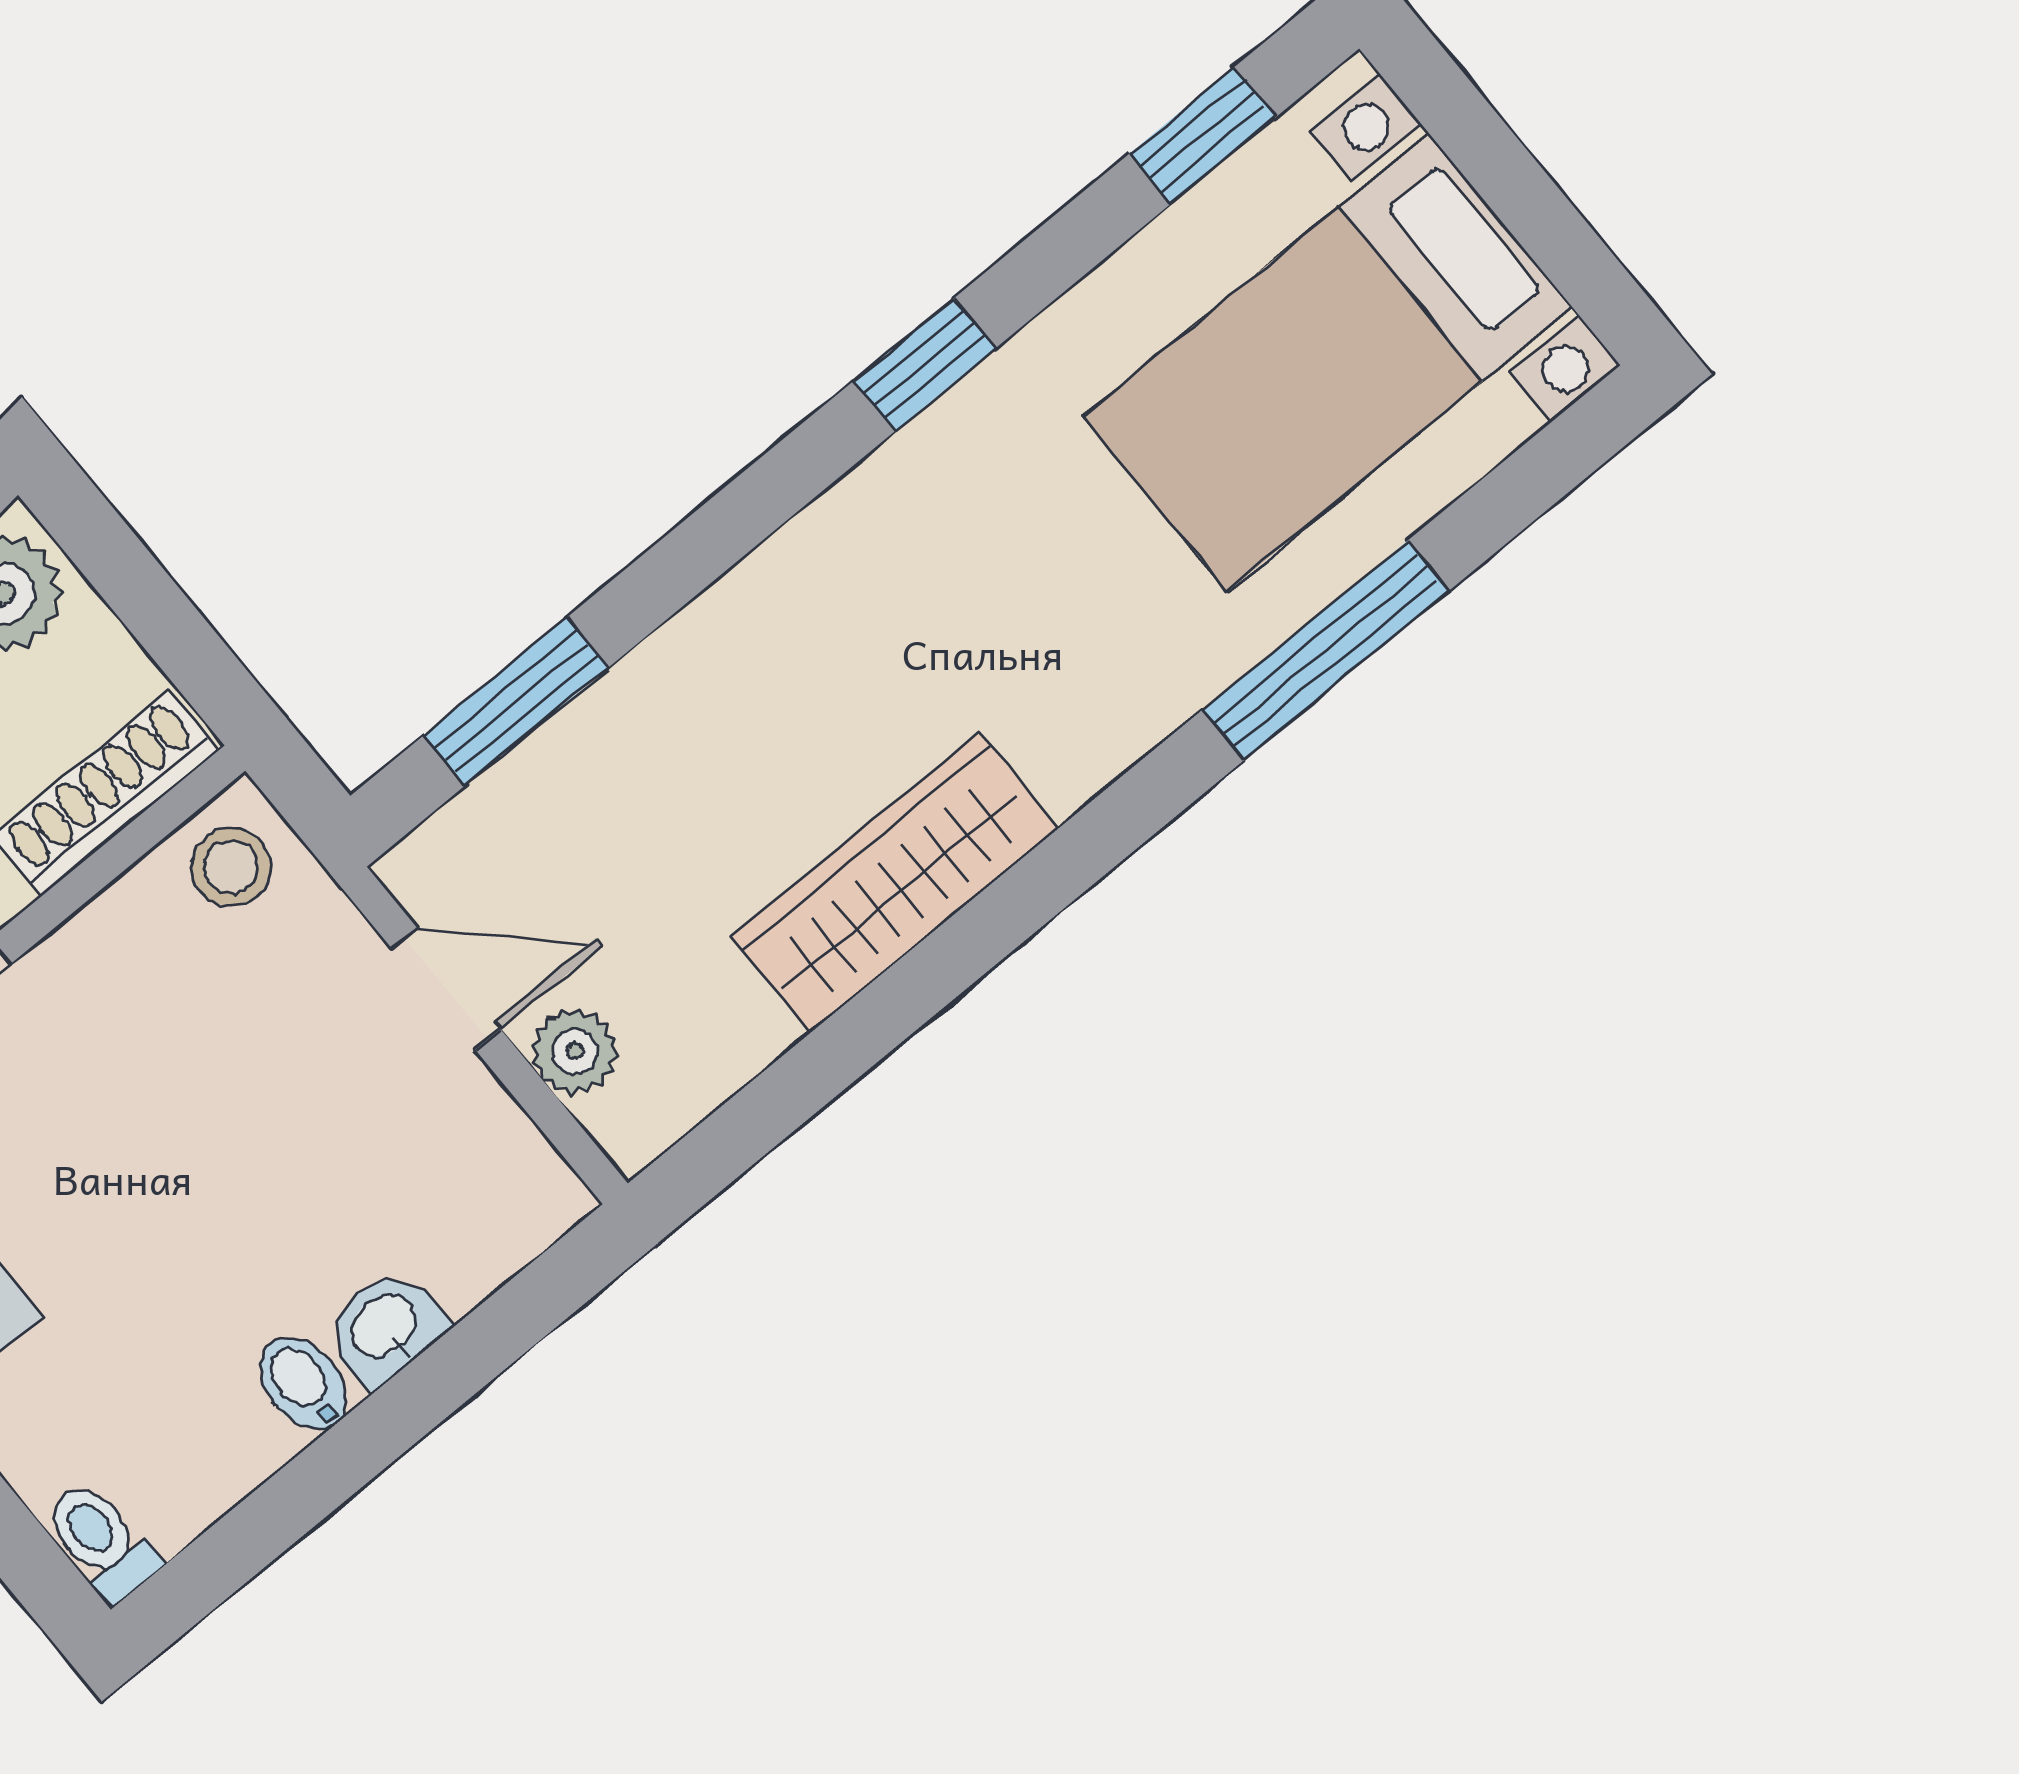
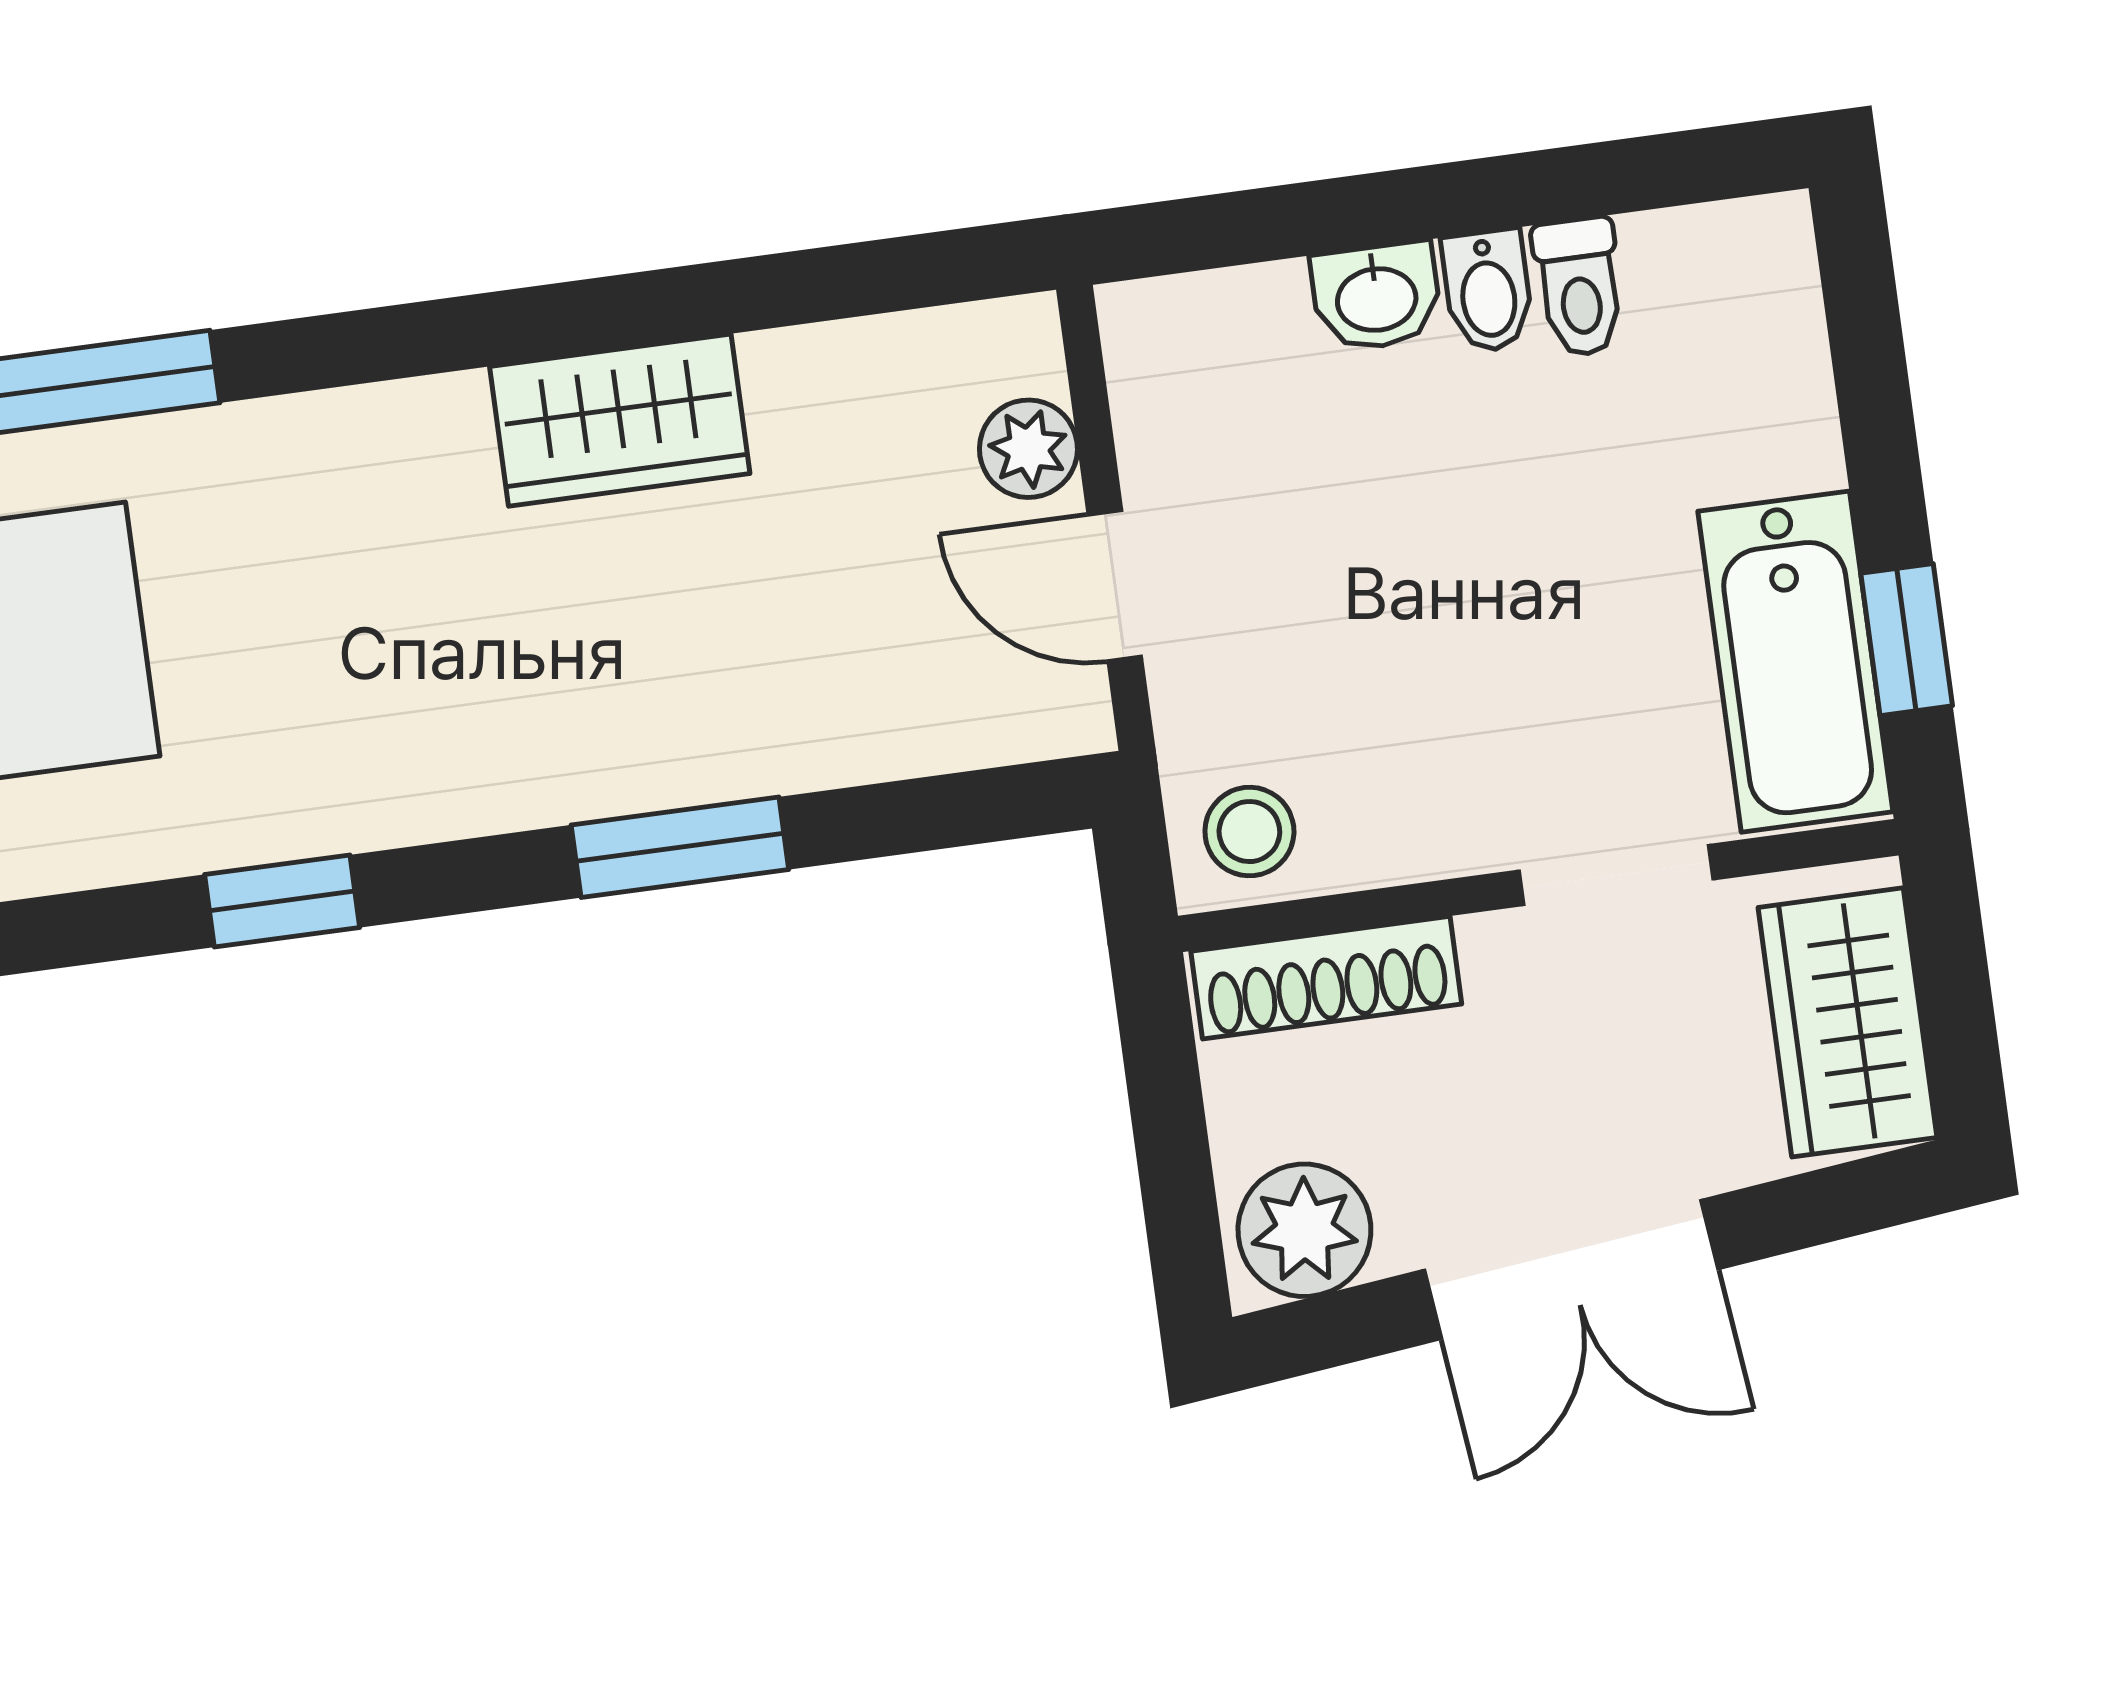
window: (516, 701) -> (680, 847), moved
wardrobe: (895, 883) -> (620, 420), width x0.67
toilet: (101, 1541) -> (1579, 287), moved

